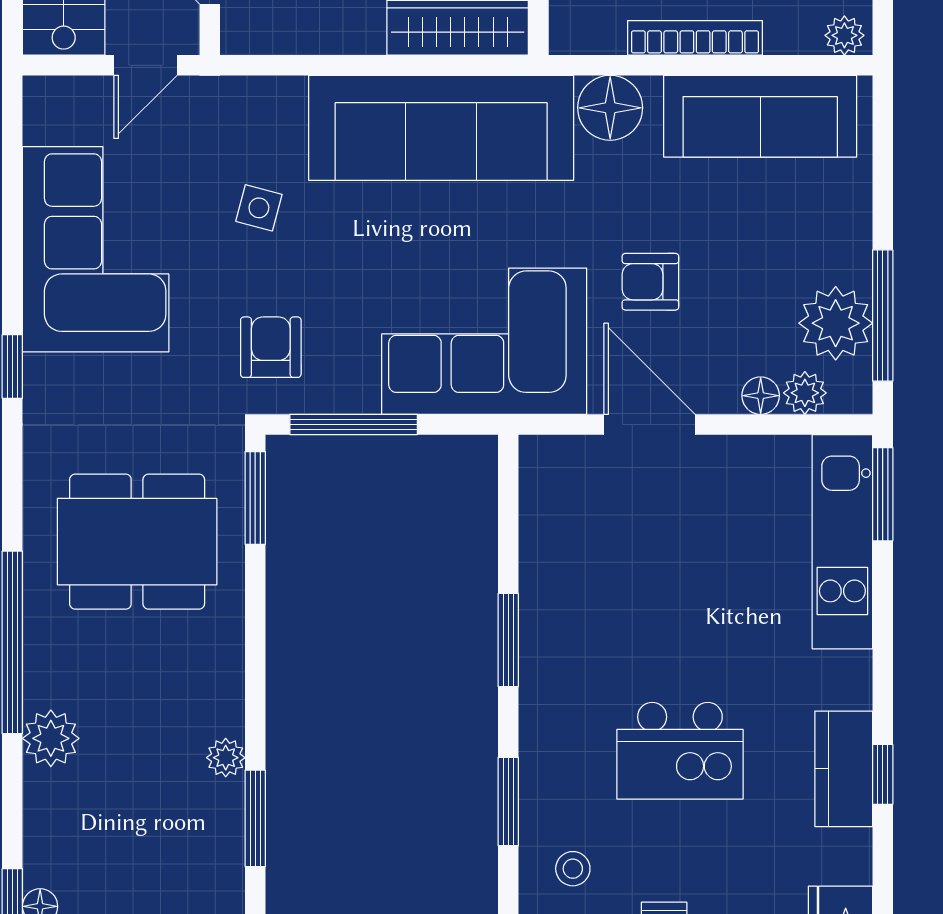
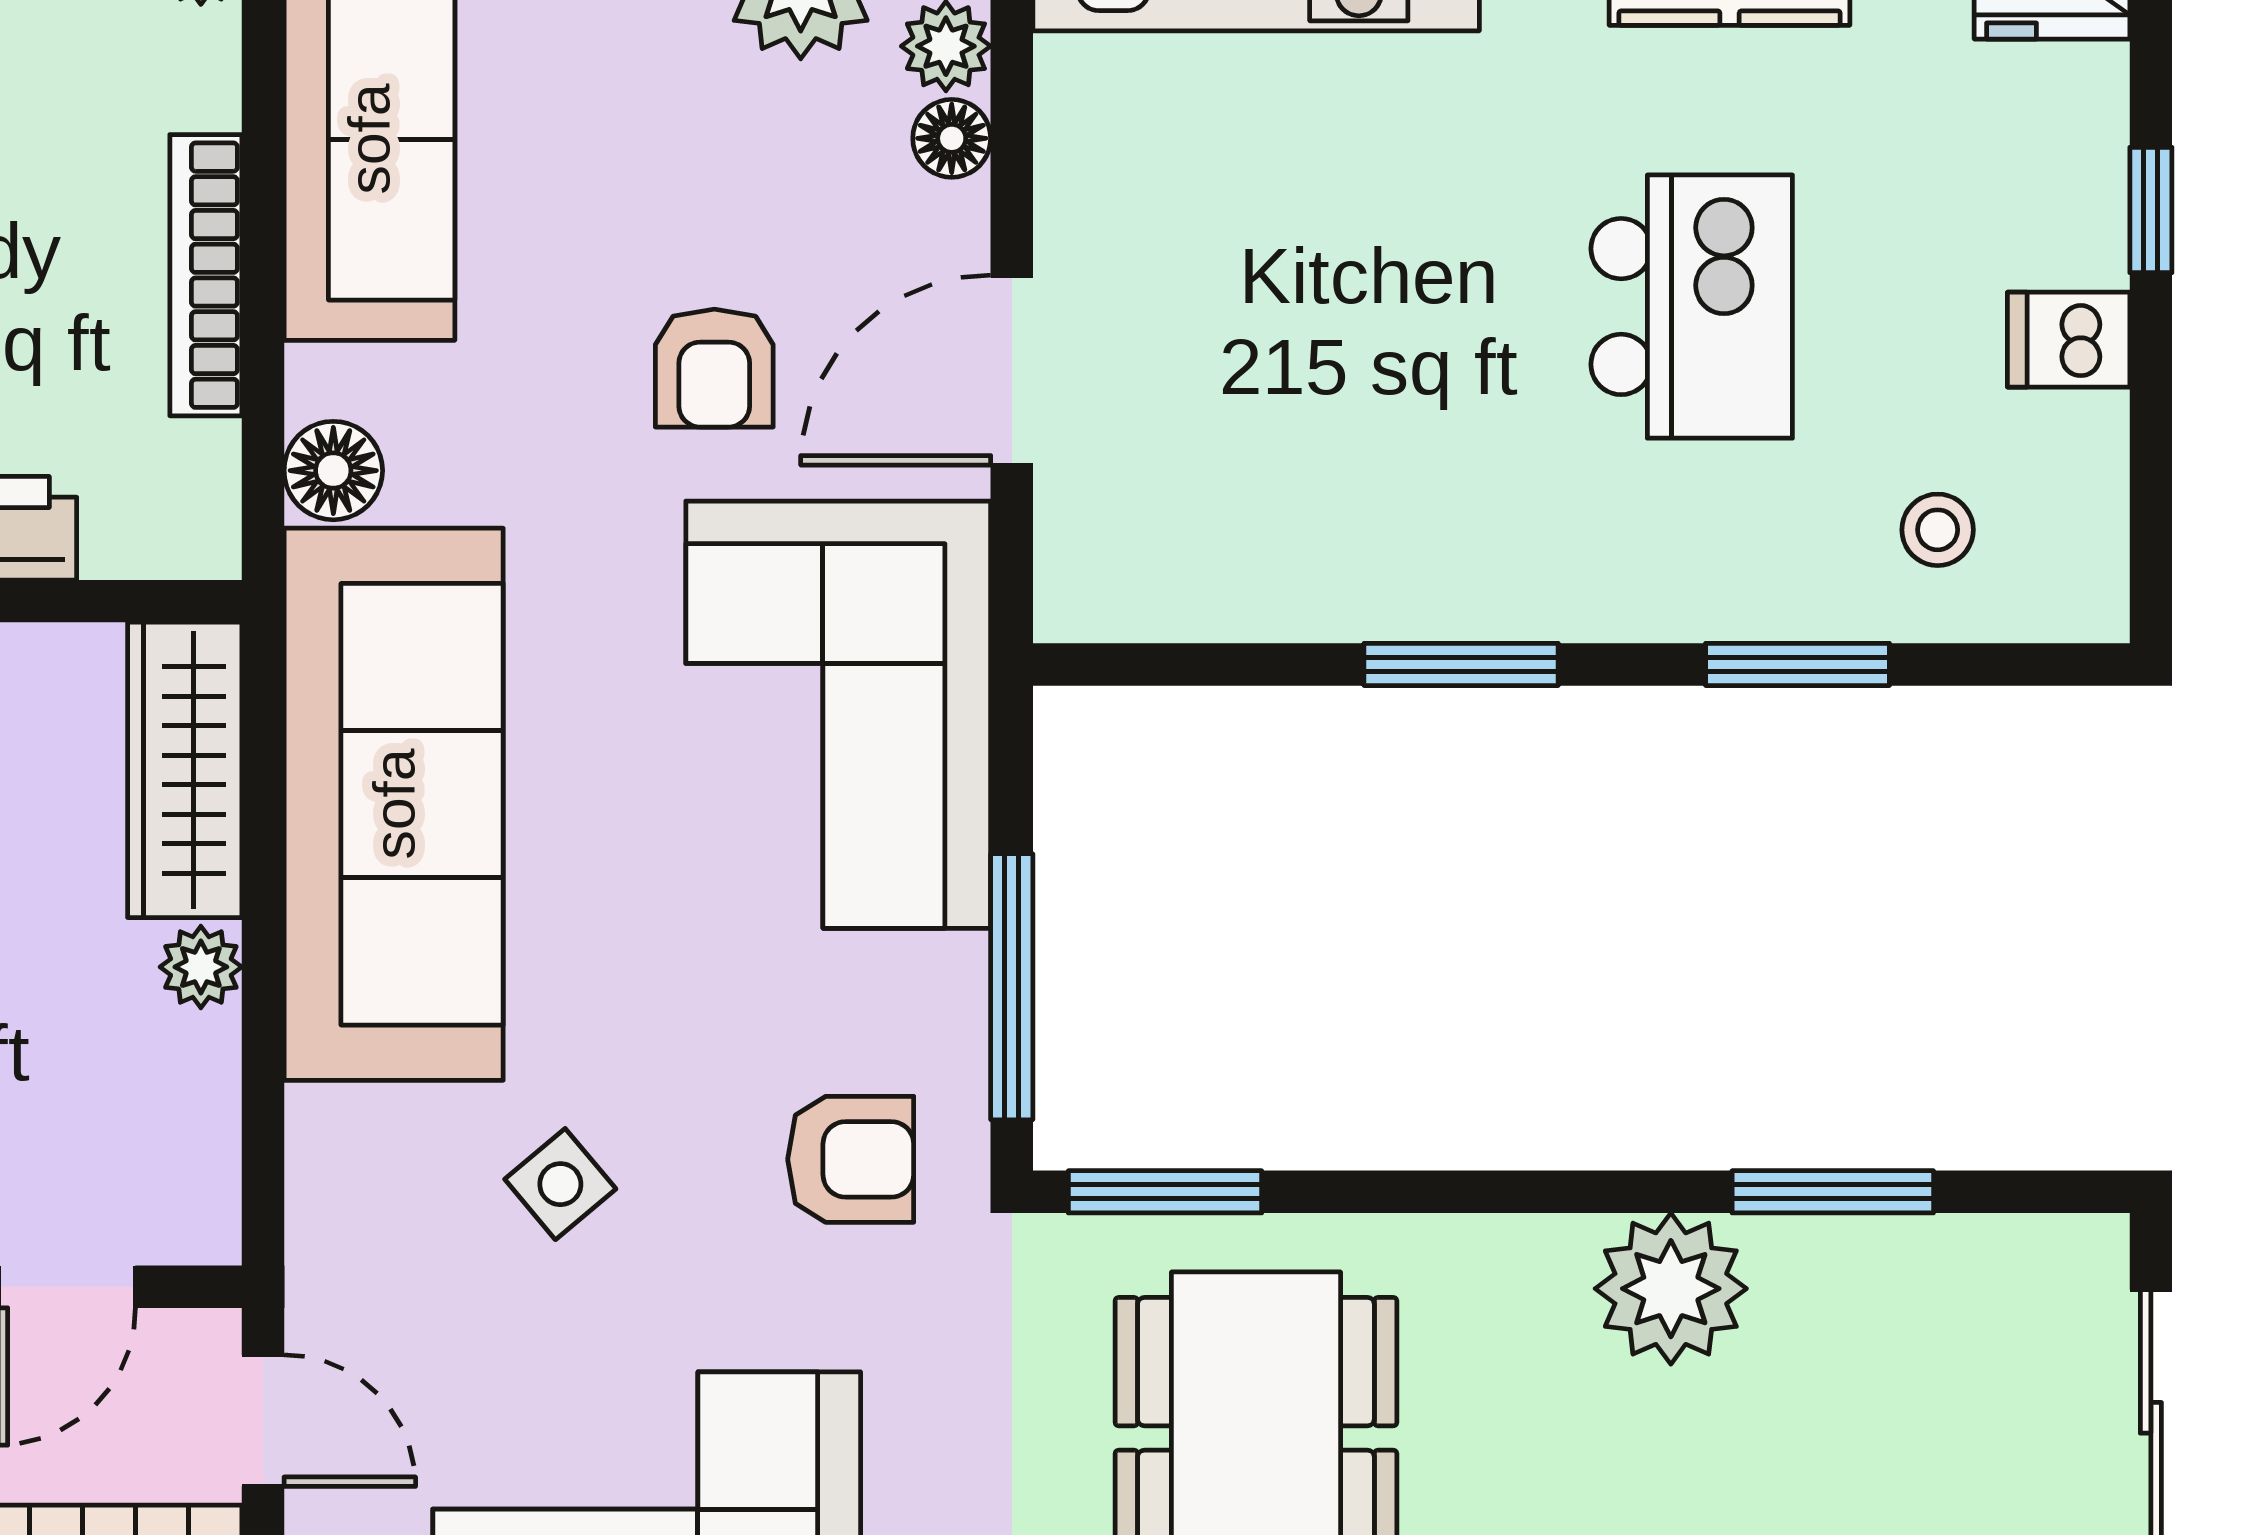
plant: (363, 35) -> (201, 967), added
floor lamp: (610, 108) -> (333, 471), width x0.73, depth x0.73
side table: (259, 208) -> (560, 1184), turned 35
armchair: (271, 347) -> (851, 1159), turned 180
plant: (226, 758) -> (1671, 1289), width x1.88, depth x1.88

